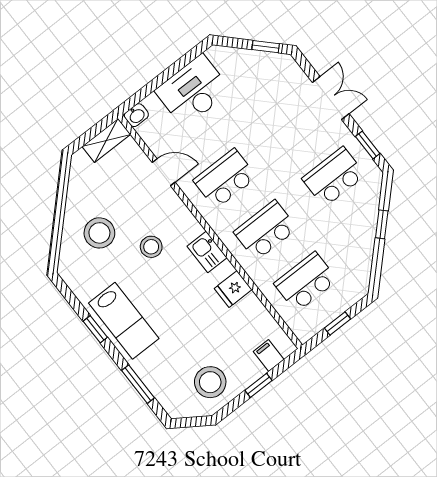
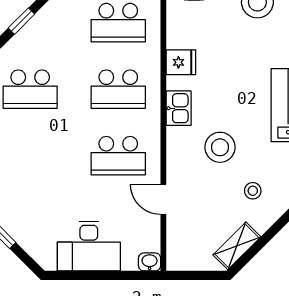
shelving: (106, 140) -> (237, 246), moved, turned -45
stool: (99, 233) -> (253, 191), width x0.53, depth x0.53
stool: (151, 247) -> (220, 147), width x1.38, depth x1.38

